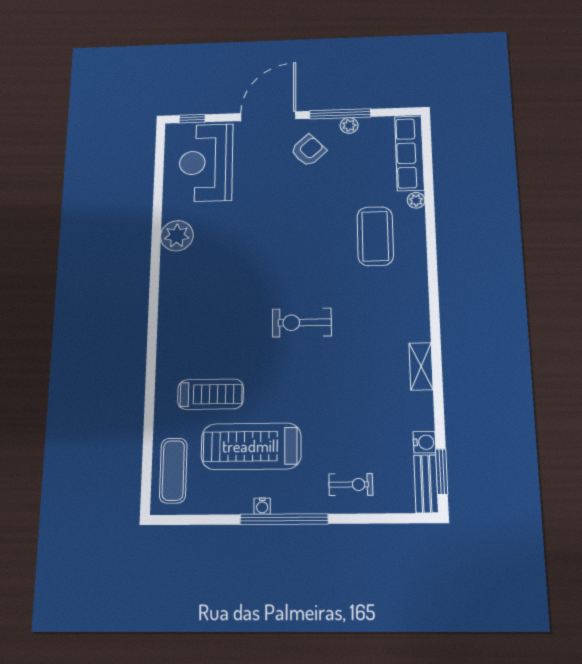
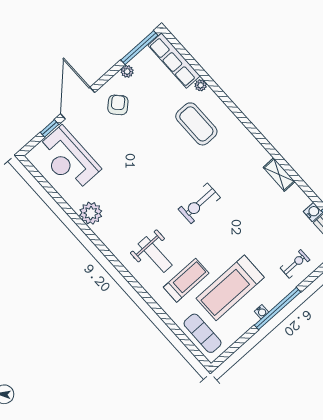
window: (340, 114) -> (139, 48), moved
window: (192, 119) -> (49, 128), moved
weight bench: (203, 337) -> (155, 254), added

